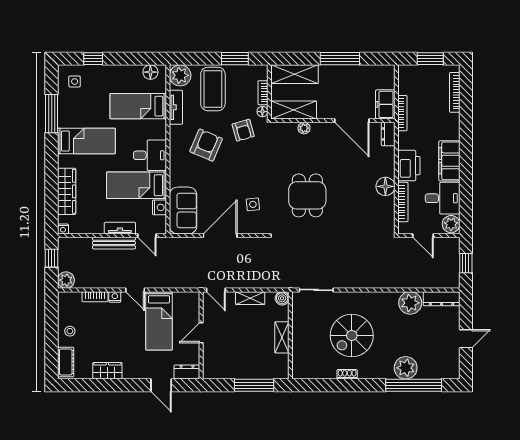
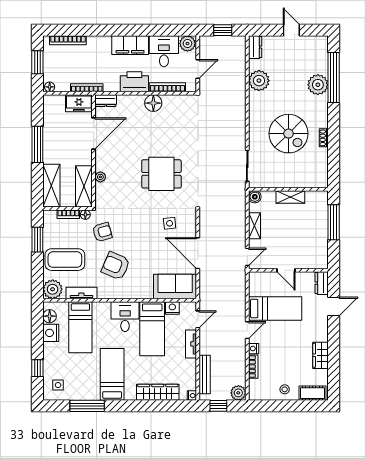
floor lamp: (403, 72) -> (50, 87), added
nightstand: (132, 73) -> (51, 333), added
bench: (114, 243) -> (205, 375), moved
dresser: (442, 299) -> (255, 47), width x0.70

